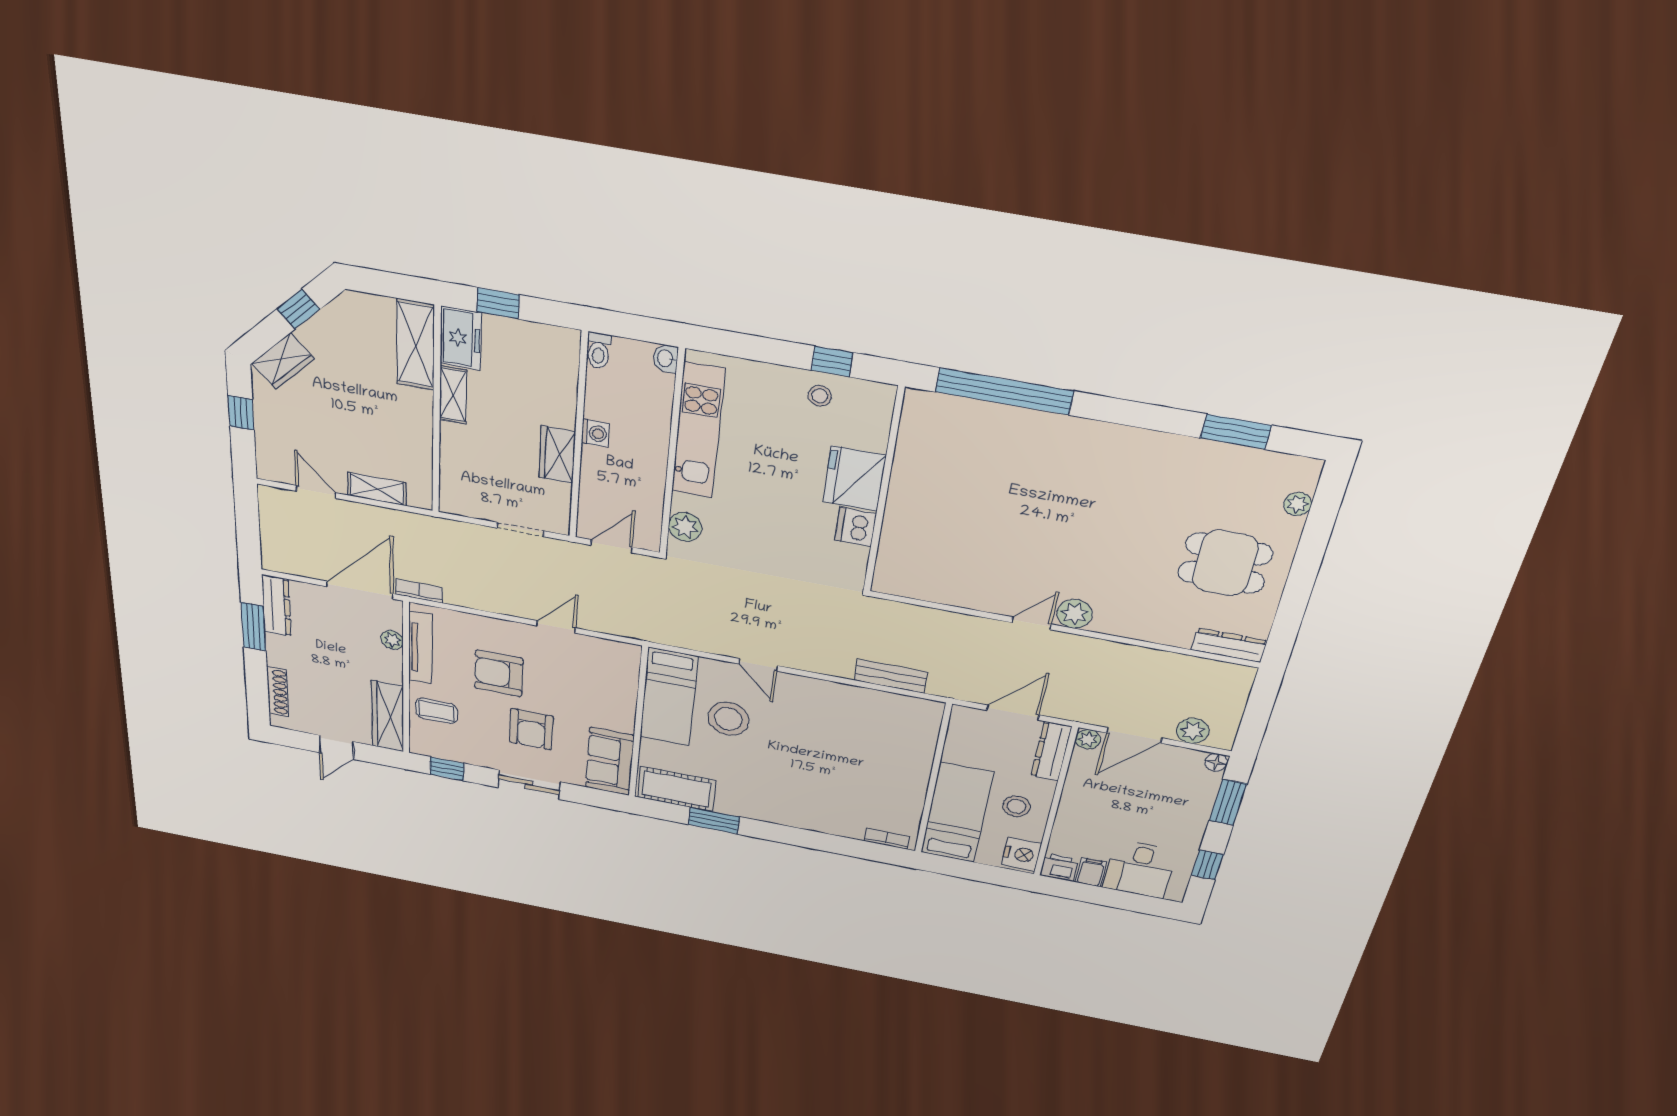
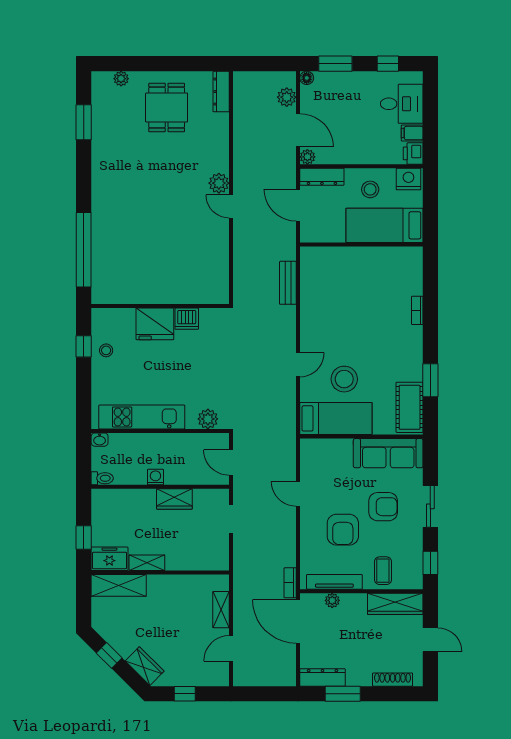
sofa: (610, 762) -> (388, 453), width x1.36
bookcase: (887, 839) -> (417, 310), moved

